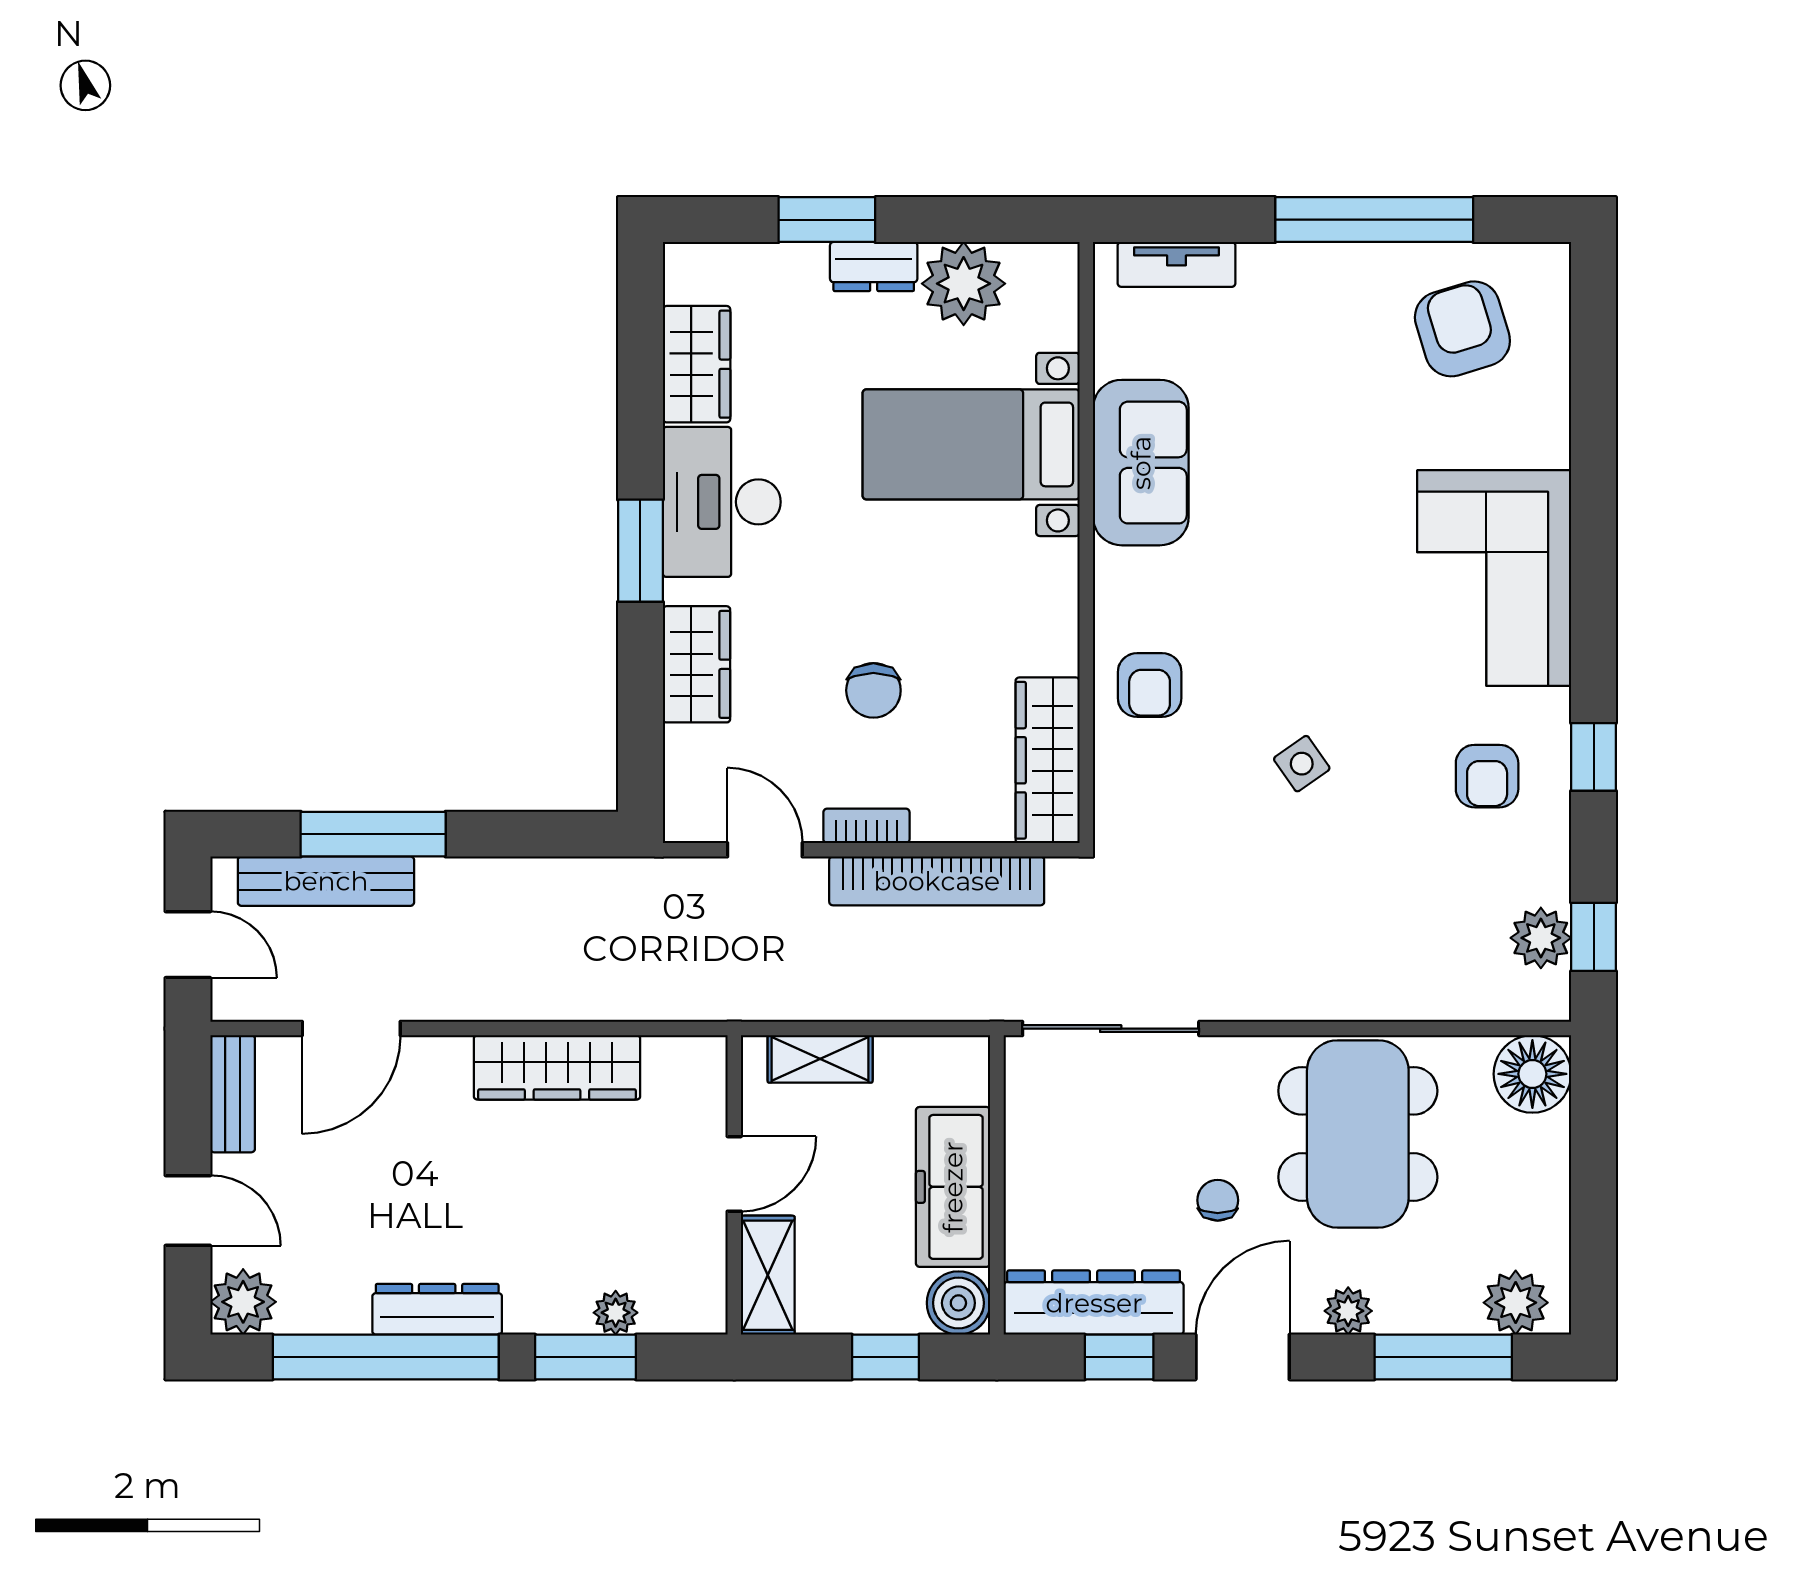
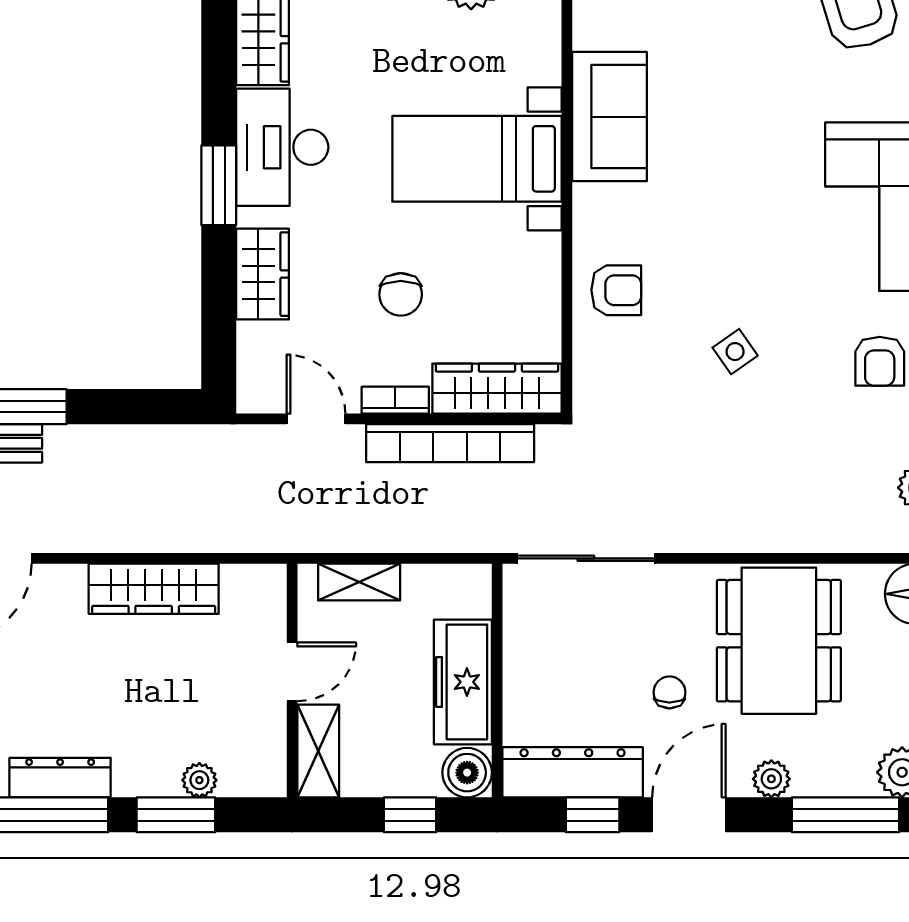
bed with nightstands: (971, 444) -> (477, 159), moved
armchair: (1150, 685) -> (616, 290), turned -90
wardrobe: (1048, 760) -> (497, 389), moved, turned 90

